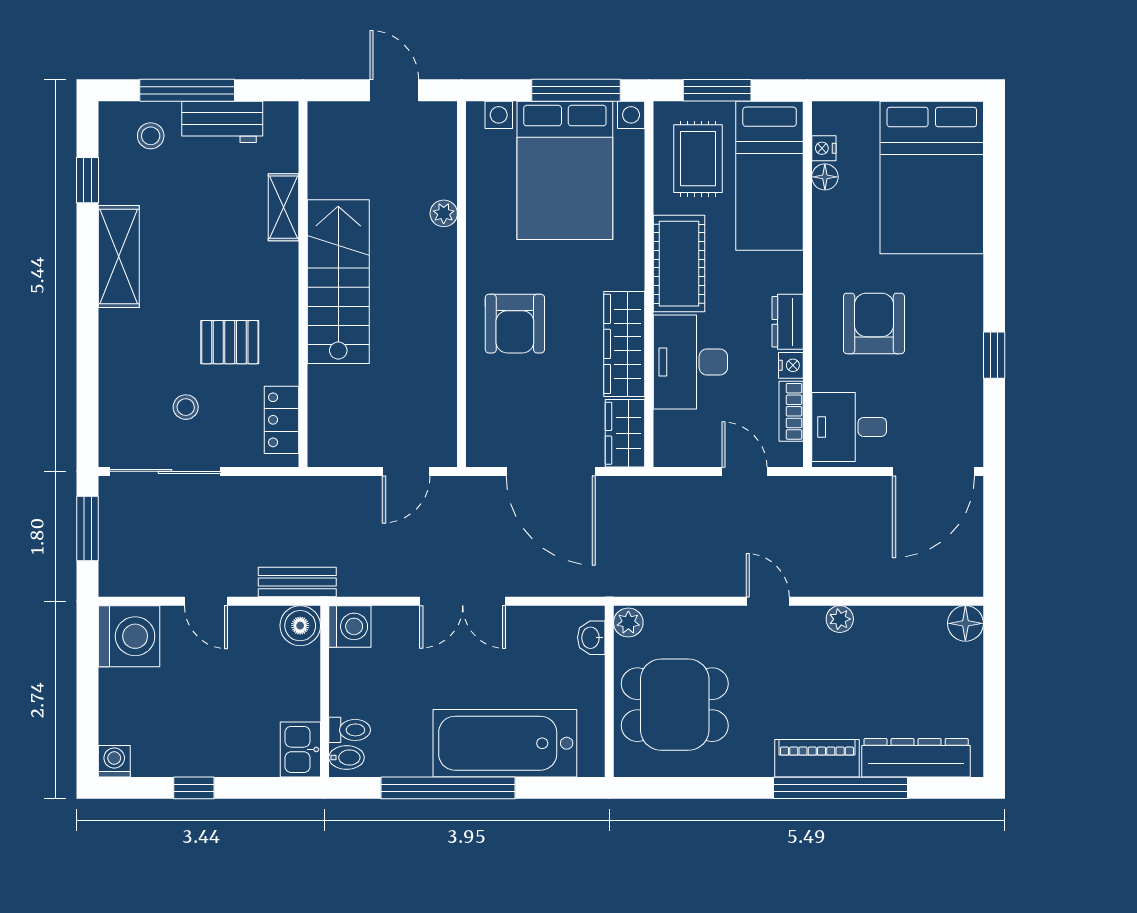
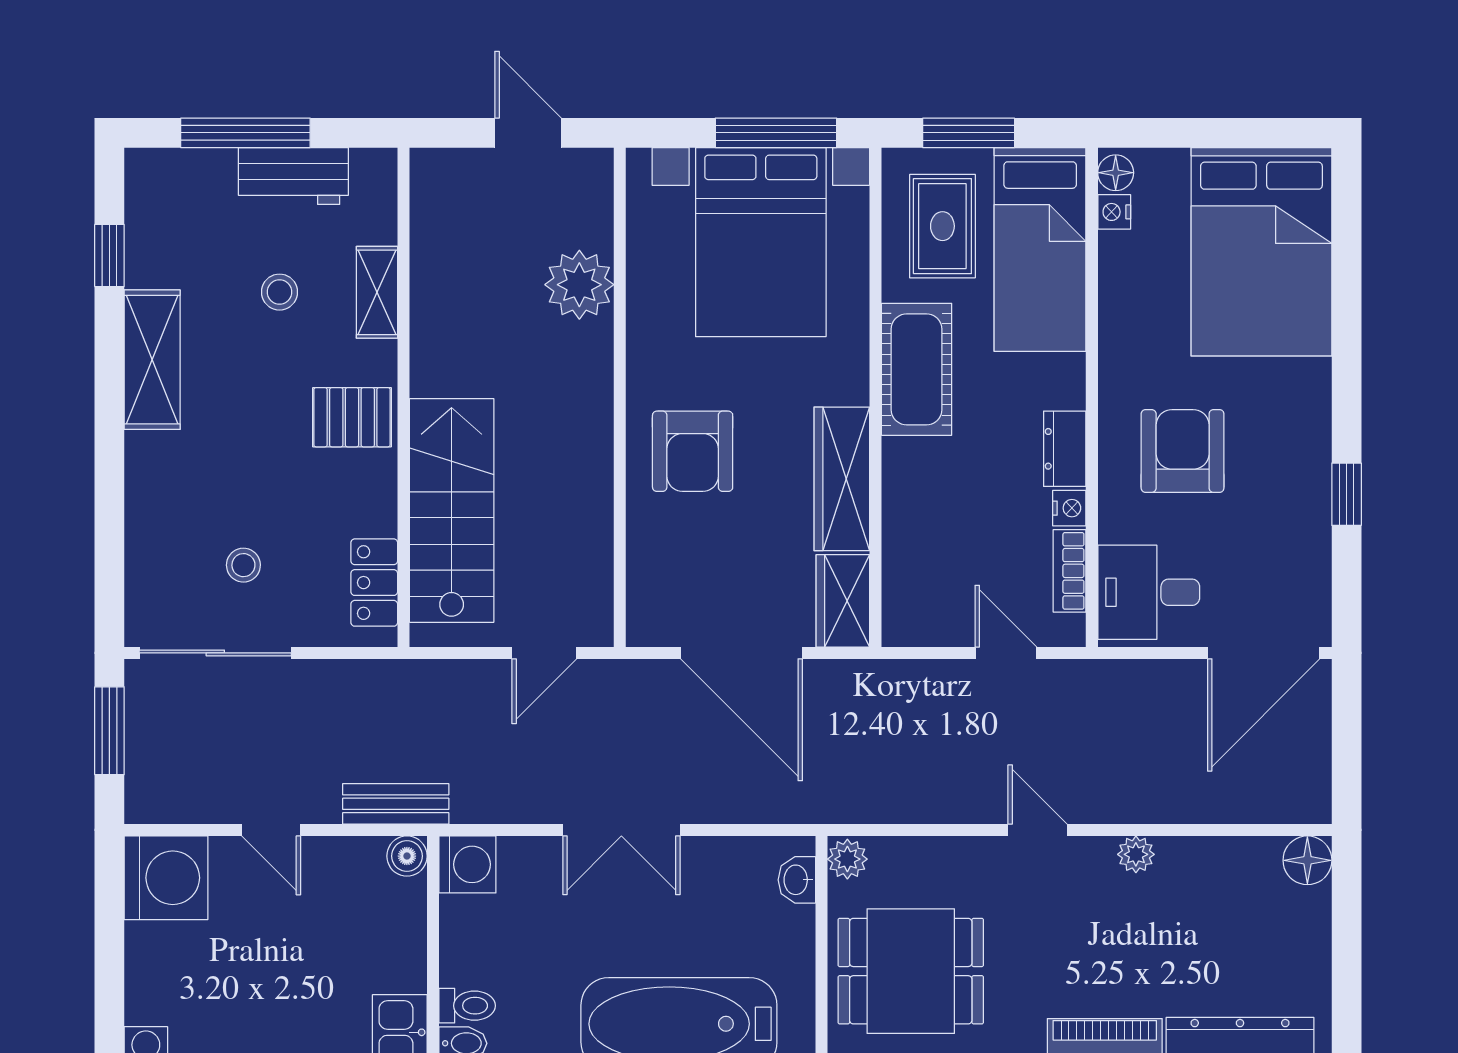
stool: (151, 136) -> (280, 292), moved
floor lamp: (825, 177) -> (1116, 173), moved
plant: (444, 213) -> (579, 285), width x1.87, depth x1.87
stairs: (338, 282) -> (452, 510), moved
pallet: (230, 342) -> (352, 417), moved
desk: (690, 362) -> (932, 504), removed
boiler: (300, 626) -> (407, 856), width x0.73, depth x0.73

